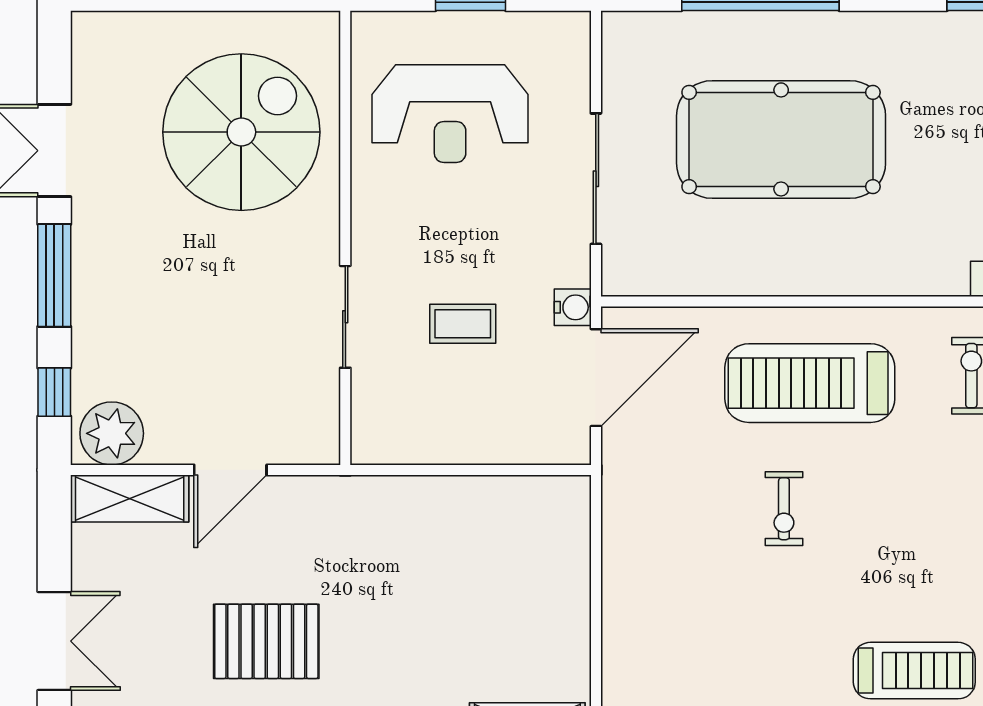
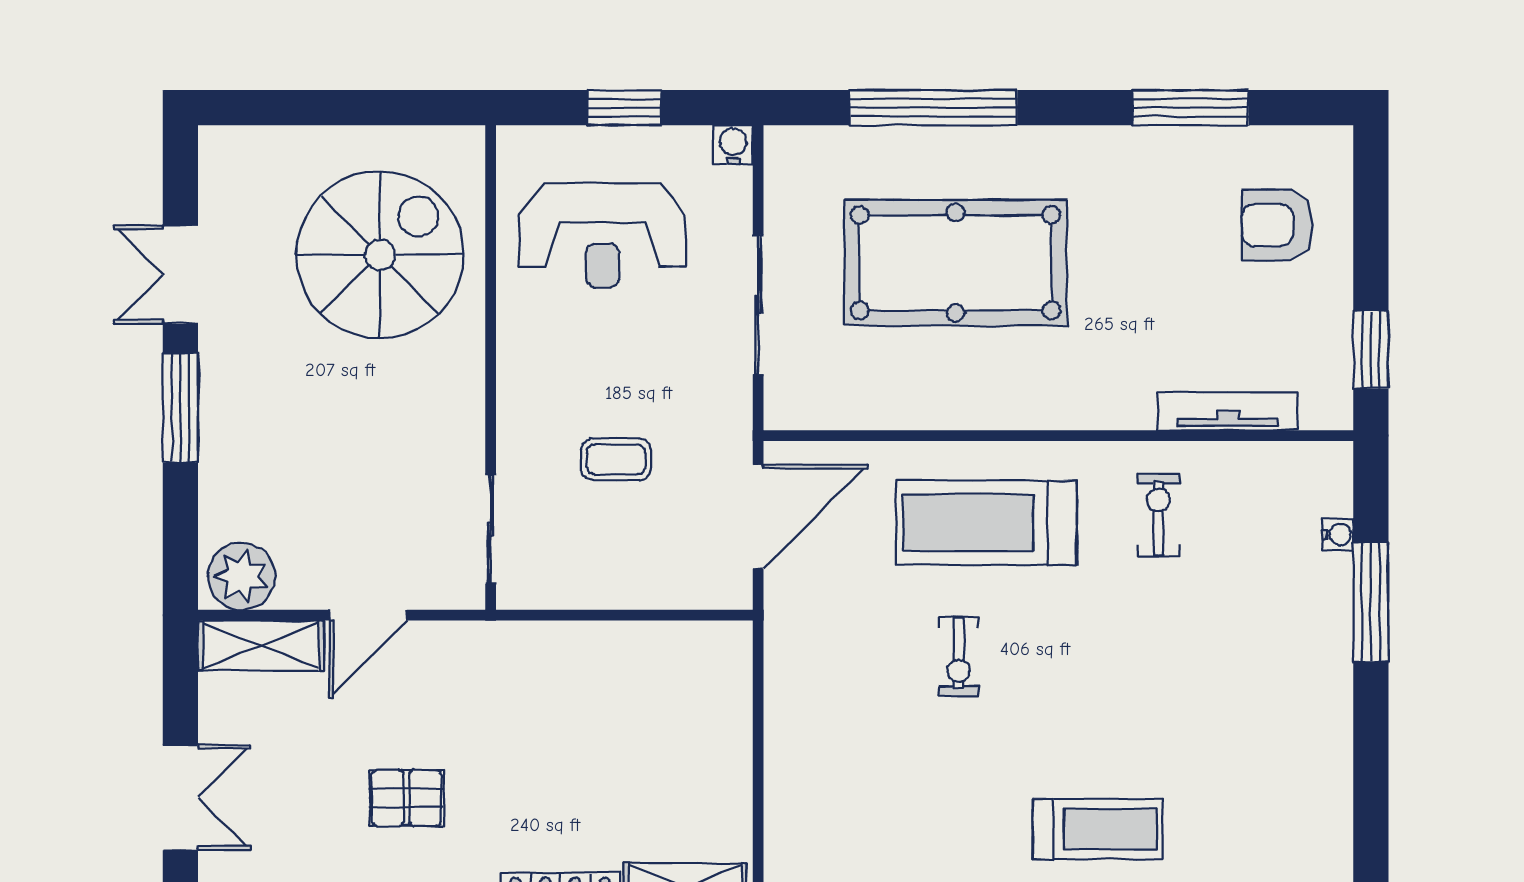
water cooler: (573, 307) -> (733, 145), moved, turned -90
sliding door: (345, 317) -> (491, 529), moved
window: (54, 392) -> (180, 532), removed
pallet: (266, 641) -> (406, 798), width x0.67, depth x0.71

